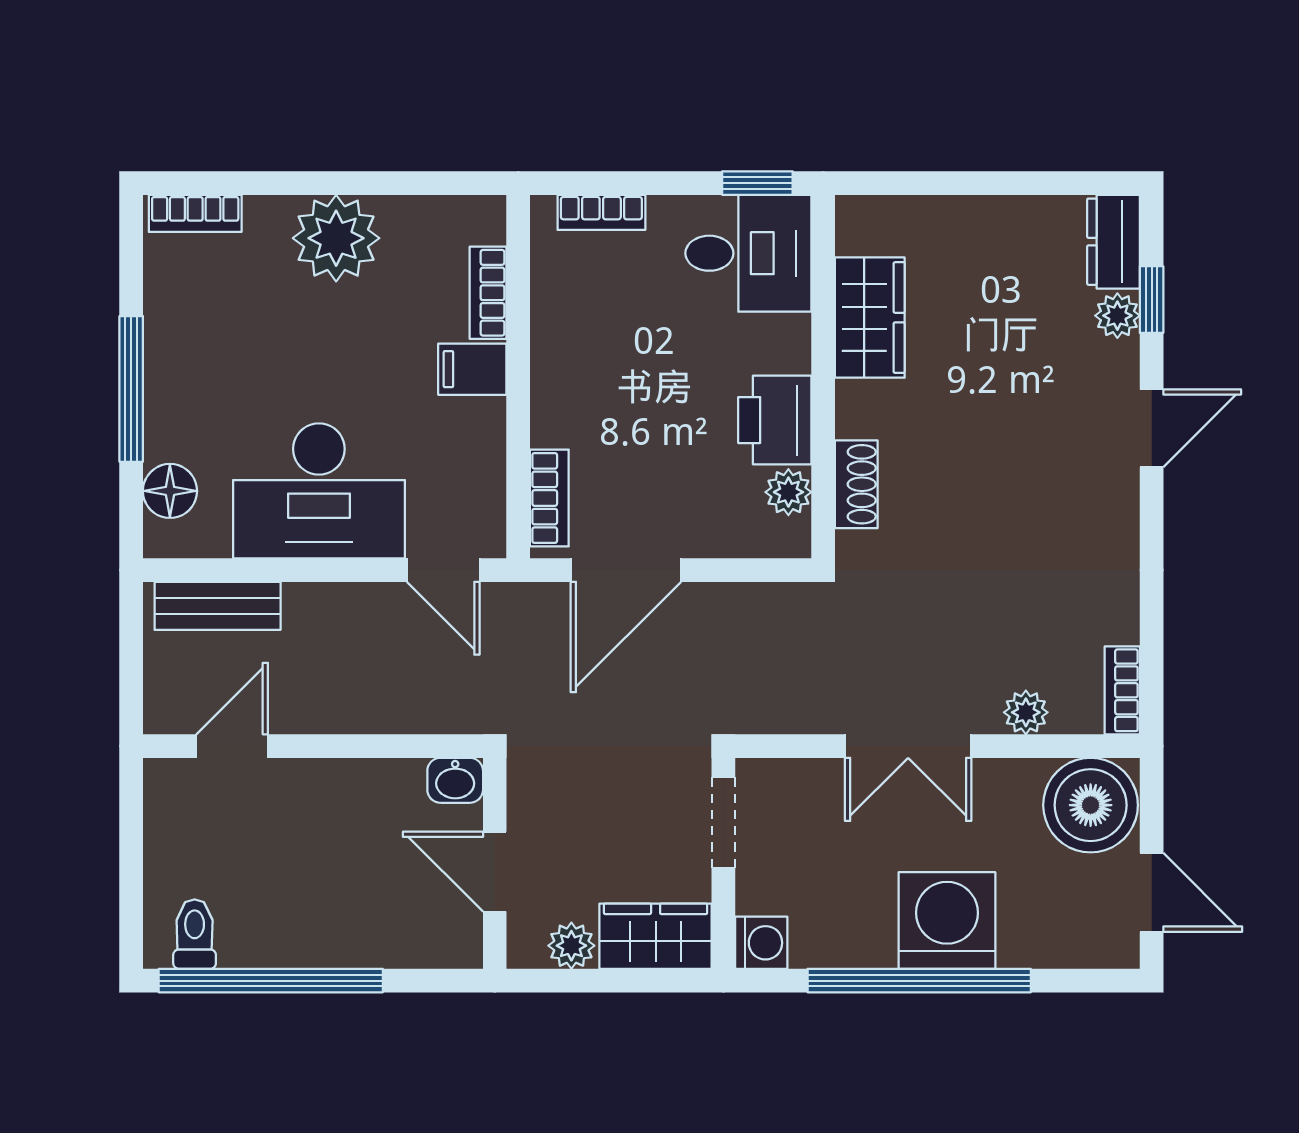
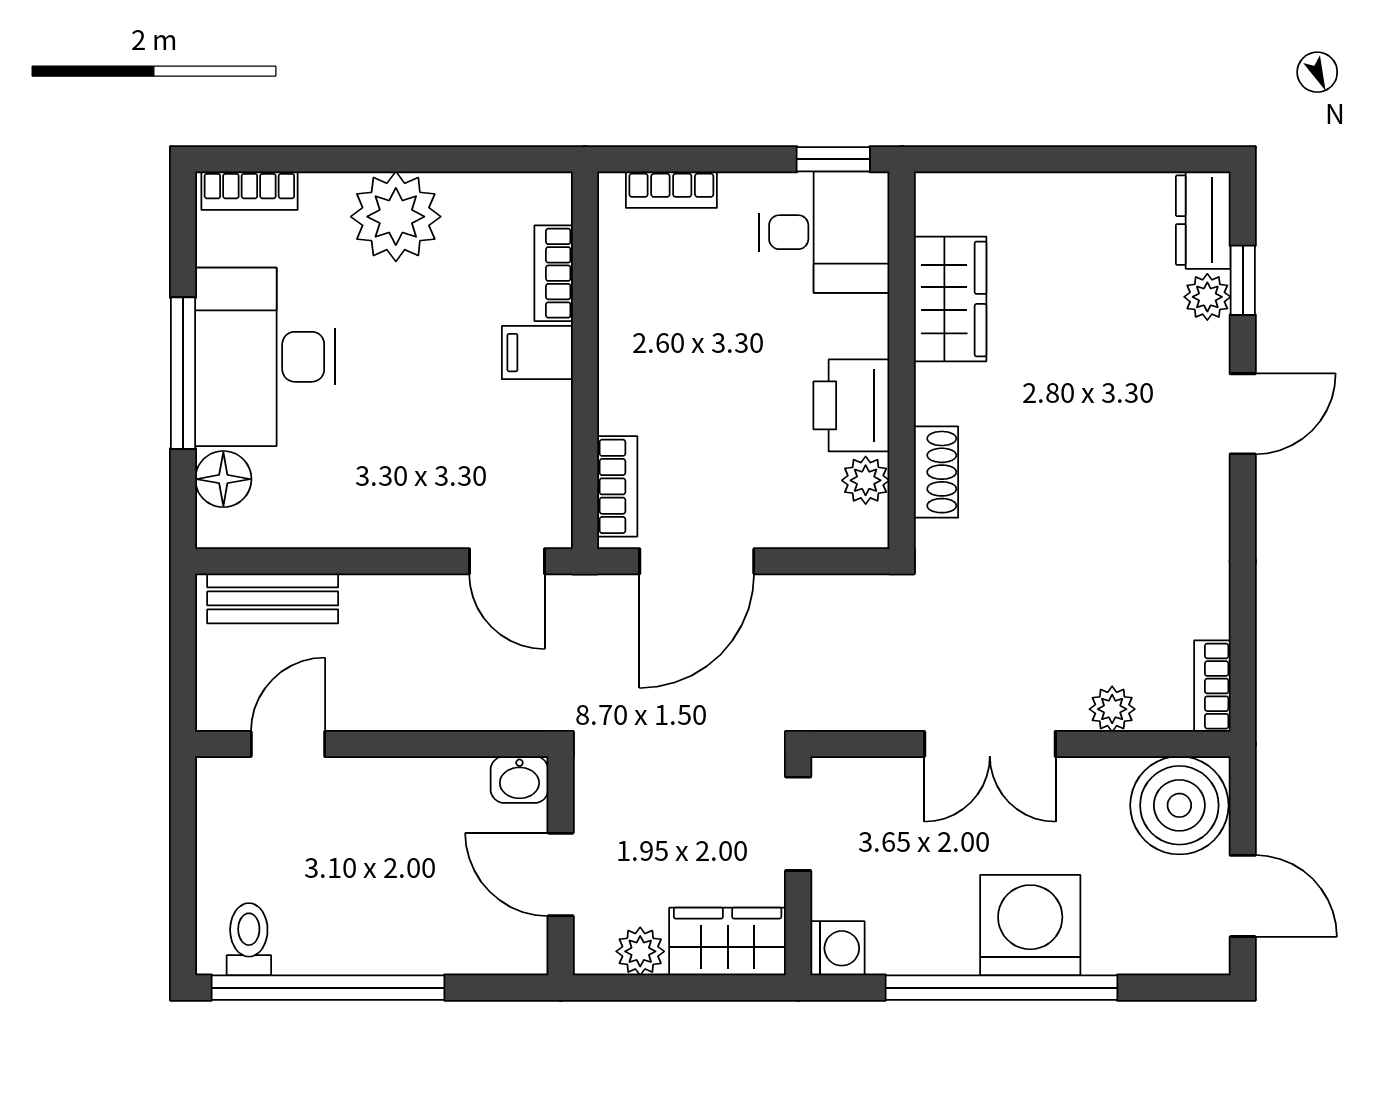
desk: (319, 491) -> (265, 357), moved, turned 90

